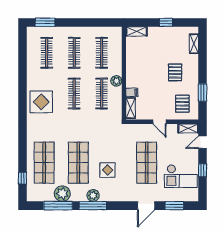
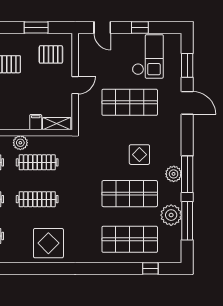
shelving: (188, 128) -> (84, 47), removed

